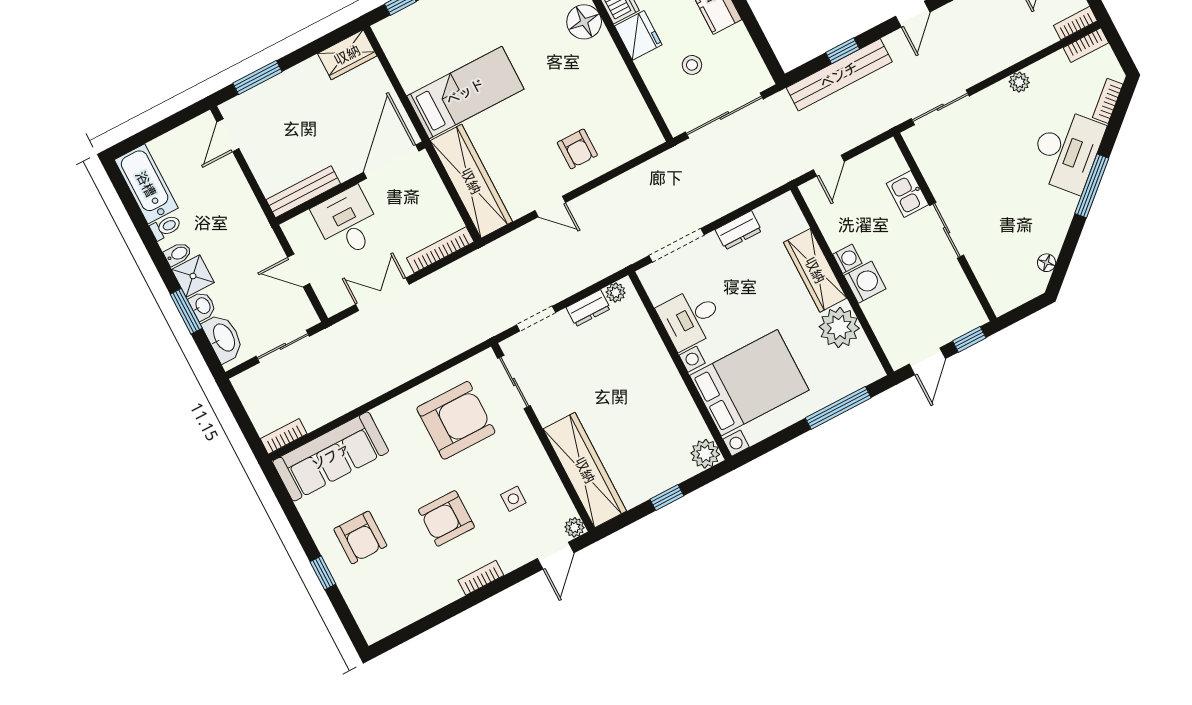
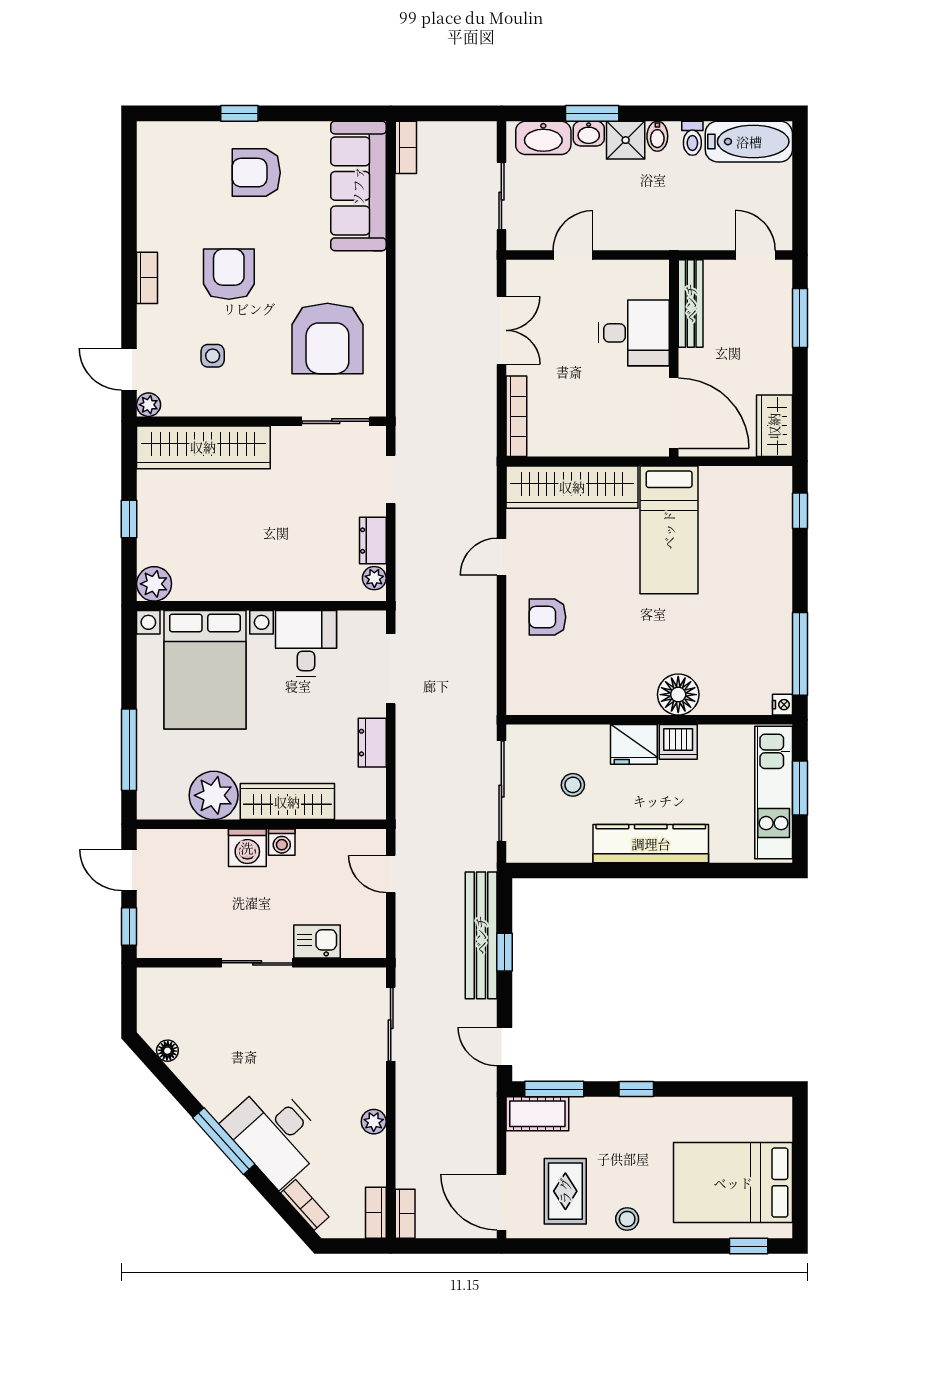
door: (391, 162) -> (674, 413), moved
wall: (350, 183) -> (674, 358), moved
bench: (303, 192) -> (691, 303), moved
desk: (347, 223) -> (634, 333), moved

